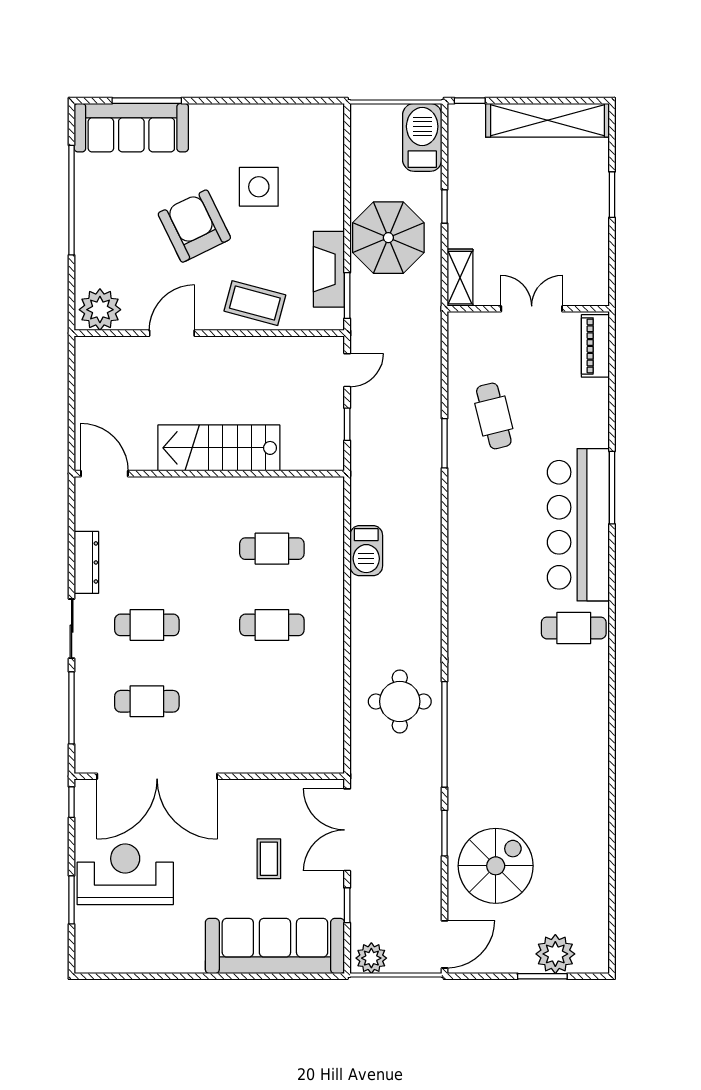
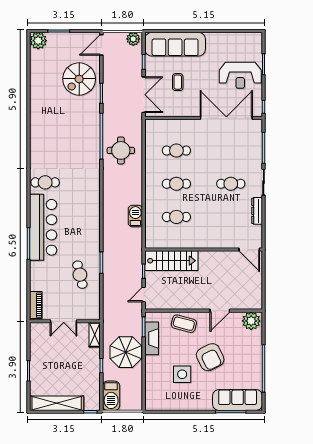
stairs: (219, 448) -> (171, 261), moved
cafe table: (147, 701) -> (176, 151), moved
plant: (555, 954) -> (38, 41), moved

